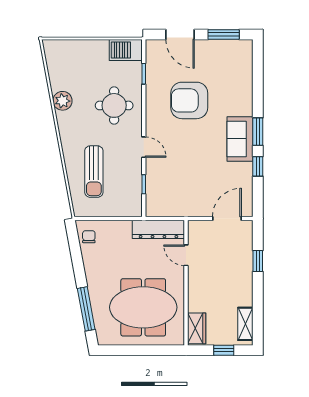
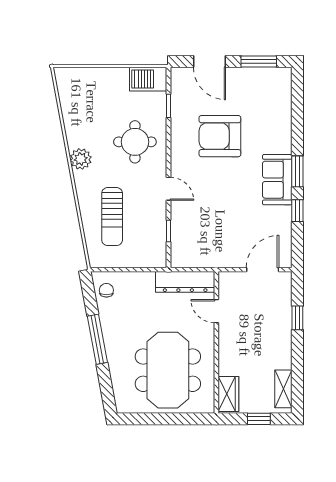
plant: (62, 101) -> (81, 159), moved
meeting table: (143, 307) -> (168, 370), turned 90
window: (86, 309) -> (97, 339), moved

